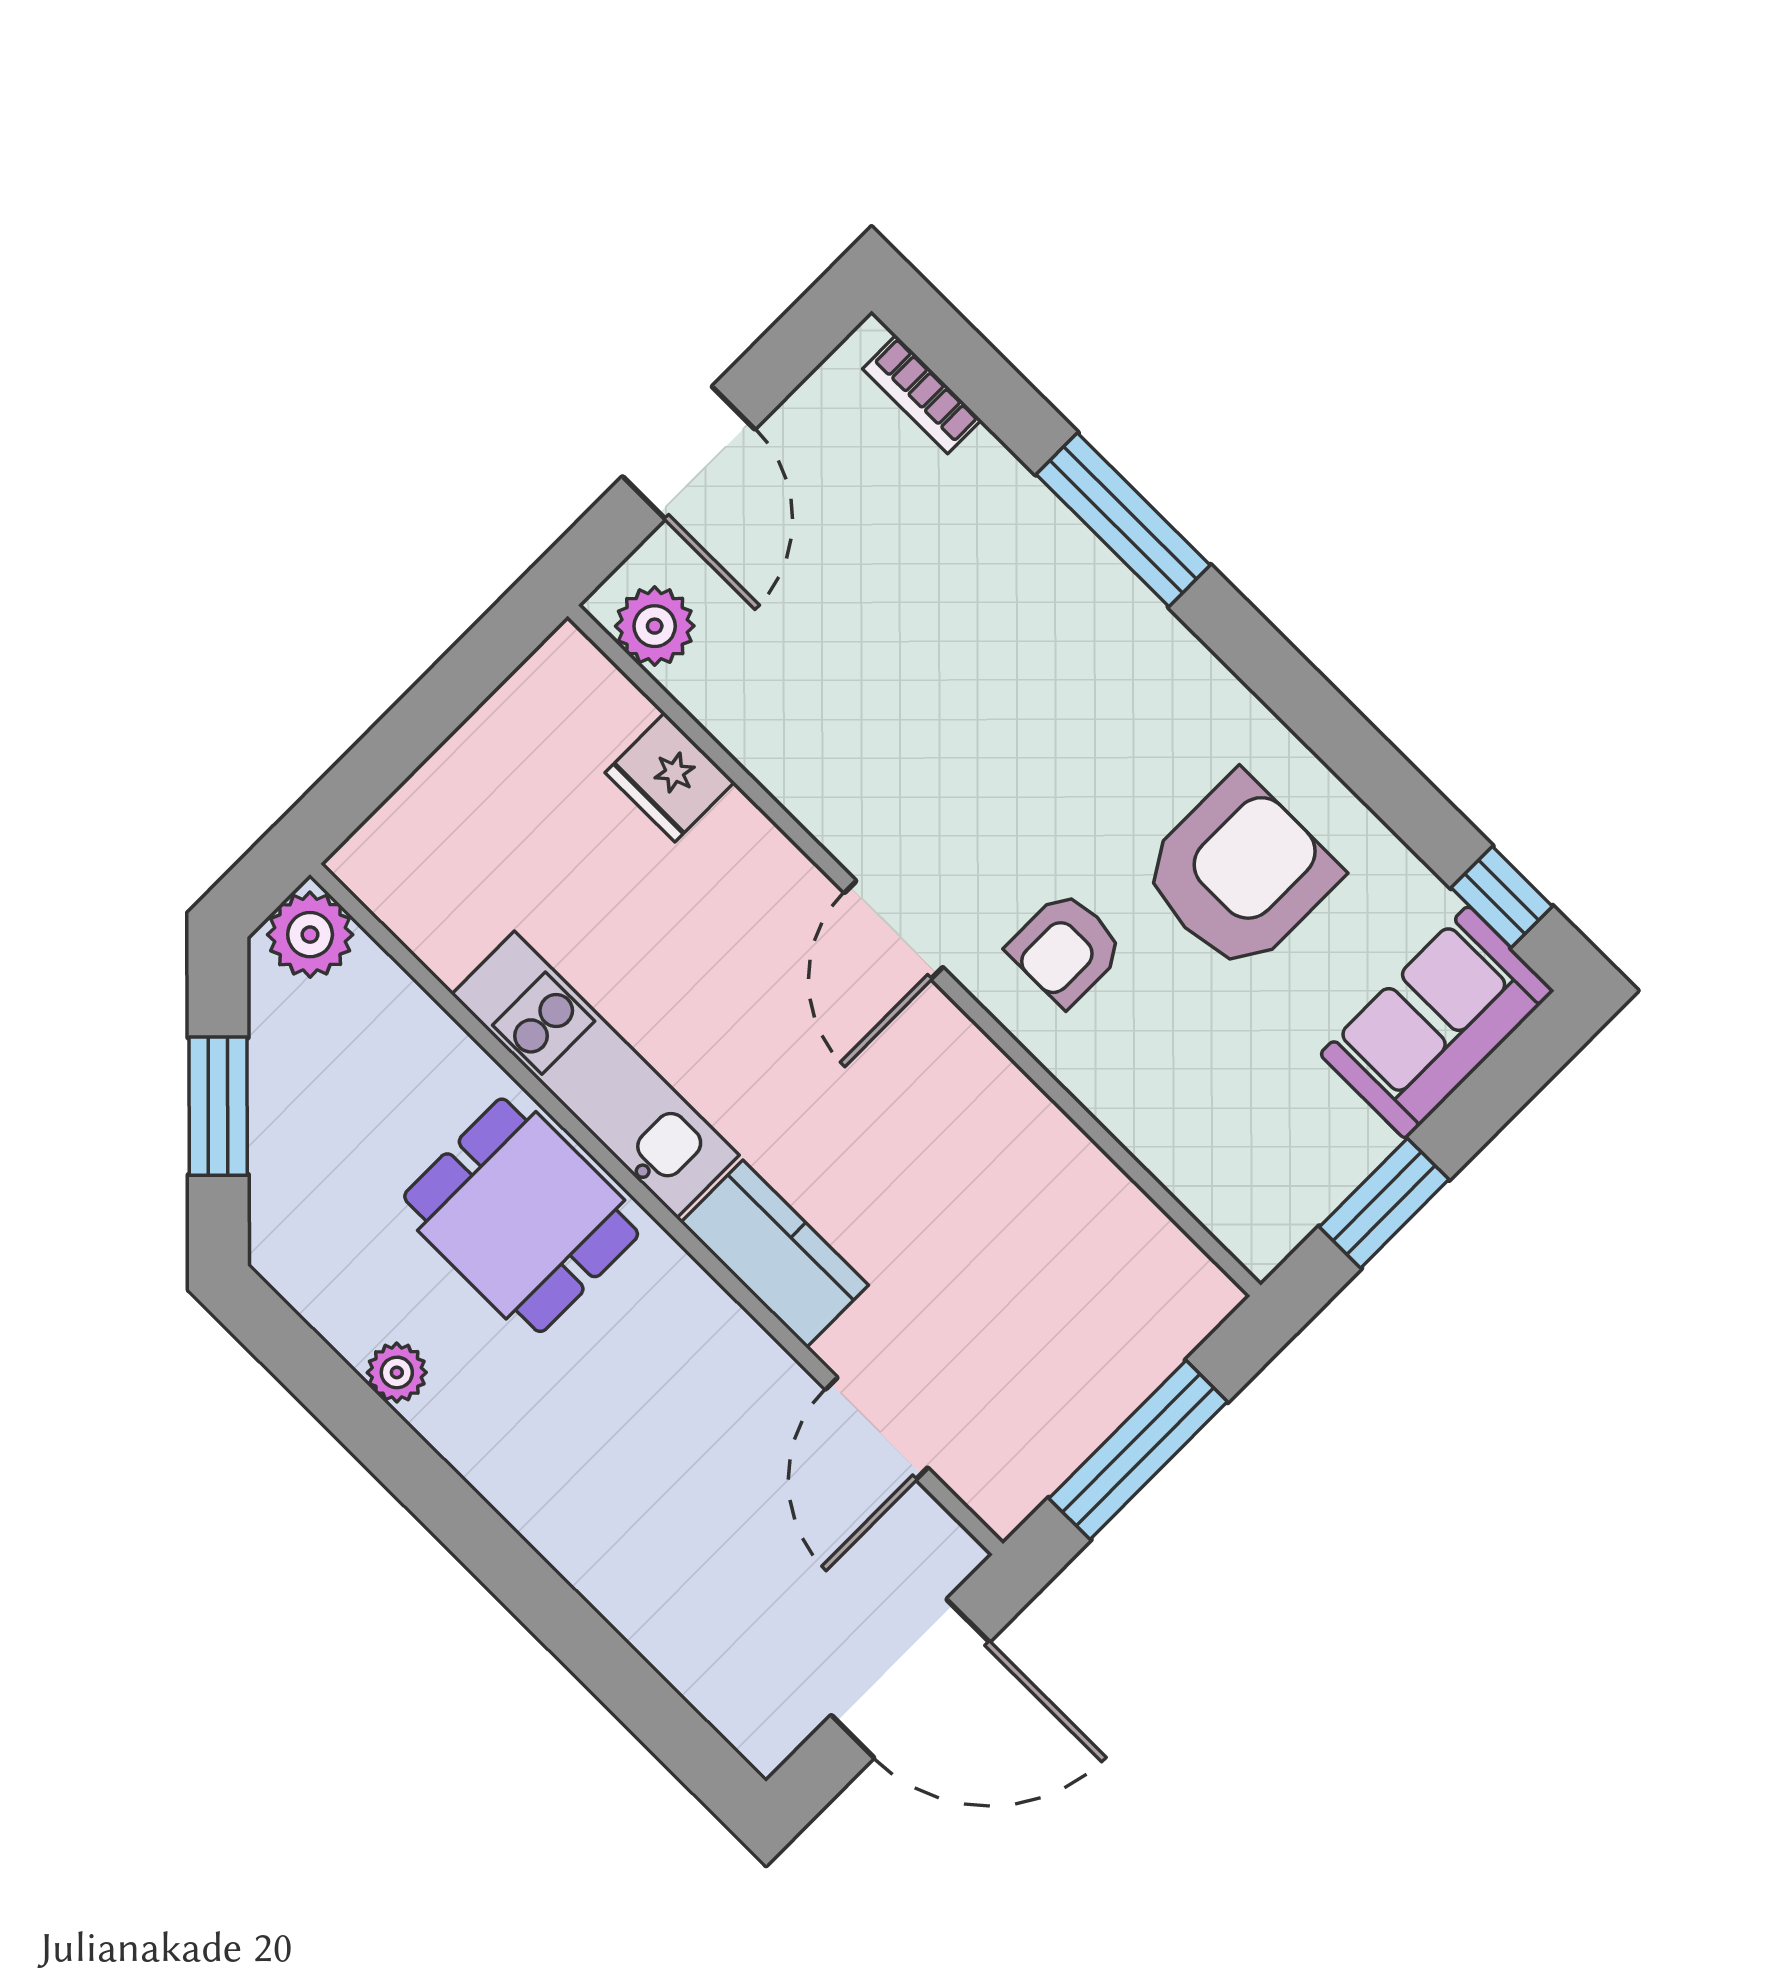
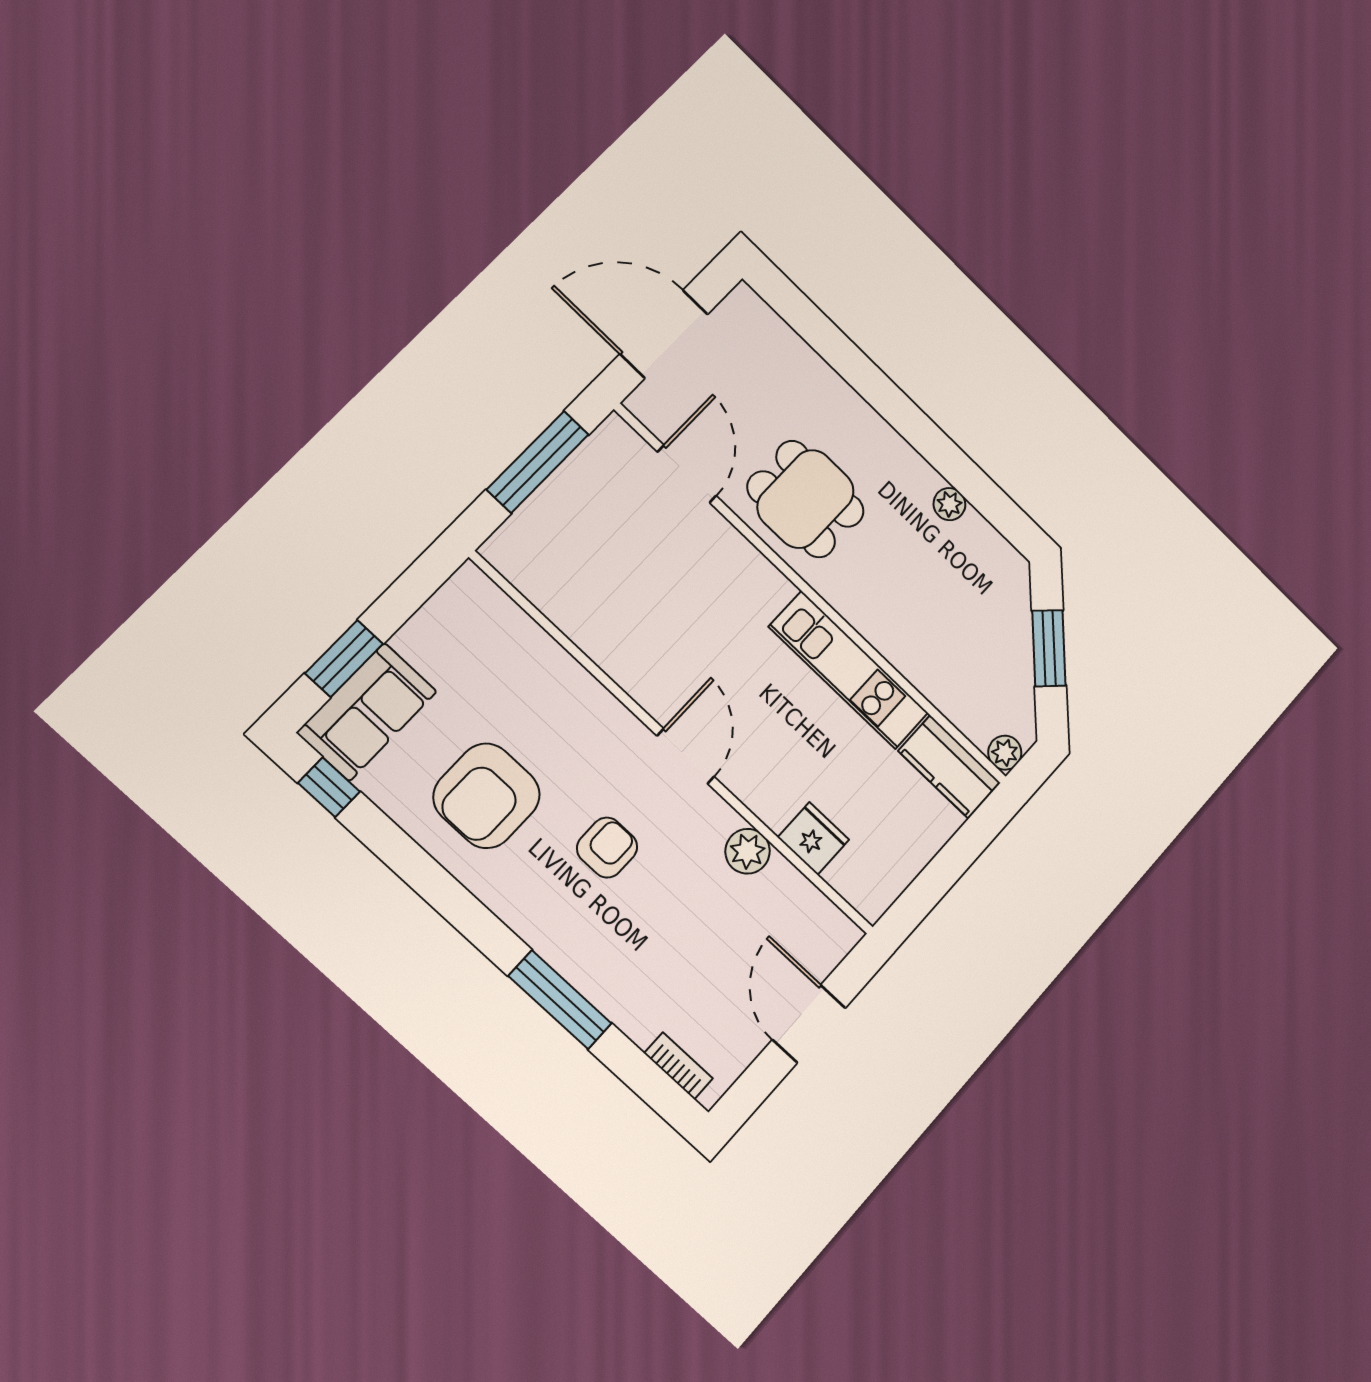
plant: (655, 626) -> (748, 851), moved
plant: (310, 935) -> (1005, 753), width x0.73, depth x0.73
armchair: (1066, 949) -> (607, 848), moved
window: (1384, 1203) -> (344, 658), moved
dining table: (521, 1215) -> (806, 499), moved
kitchen counter: (774, 1254) -> (949, 767), moved

